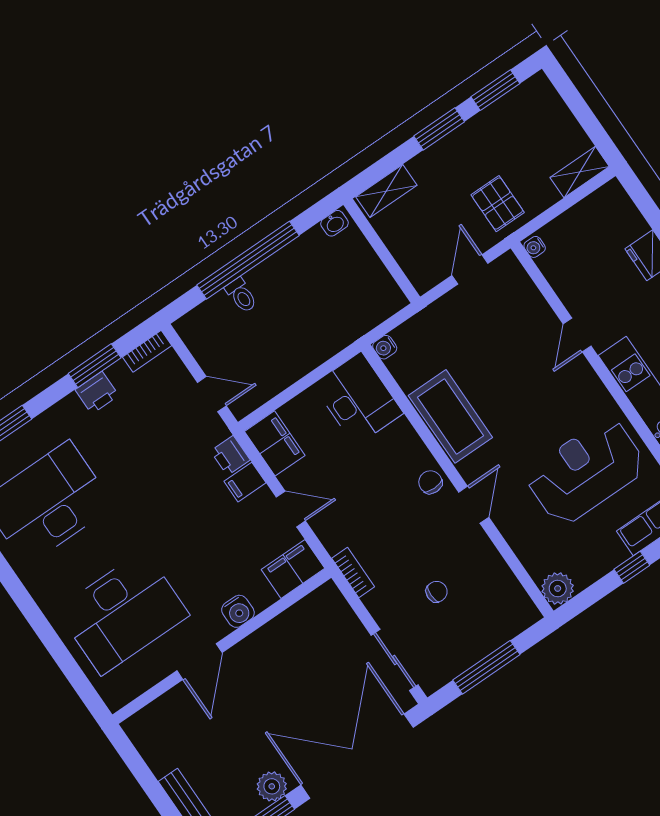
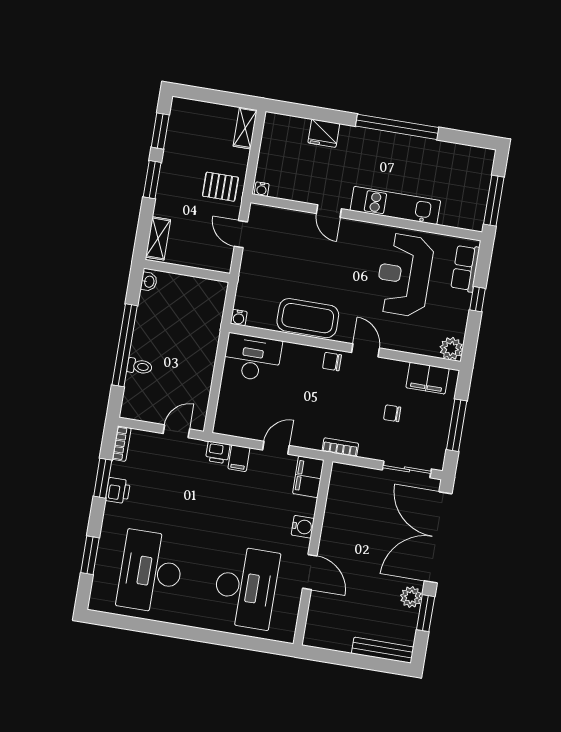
filing cabinet: (275, 443) -> (427, 378), moved, turned 180
chair: (437, 592) -> (392, 413), turned -90

